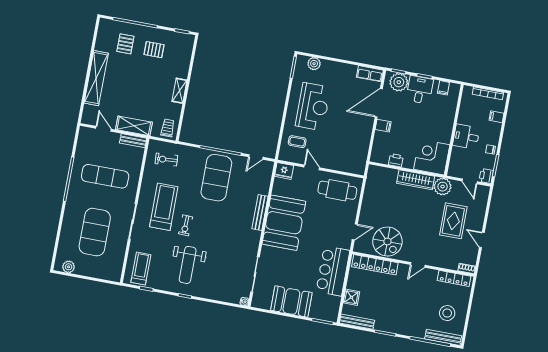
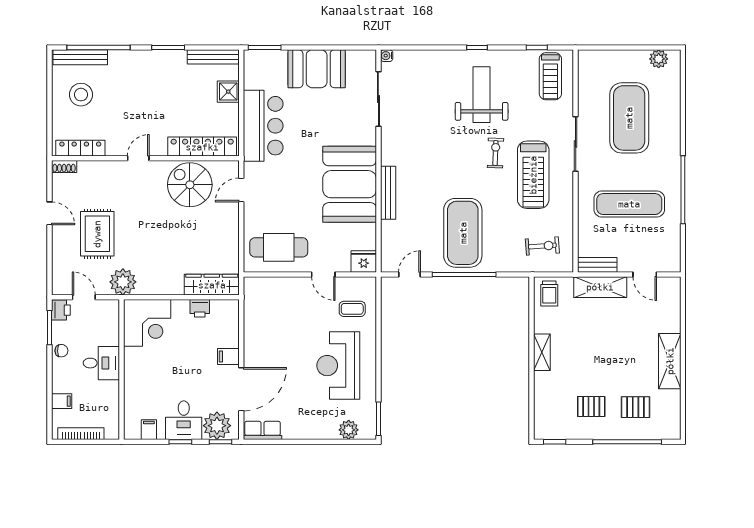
pallet: (125, 44) -> (636, 407), turned 90
shelving: (96, 78) -> (670, 361), width x0.68
wardrobe: (416, 180) -> (212, 285), moved

